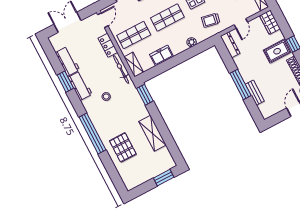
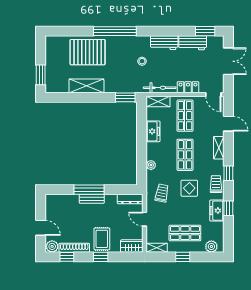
window: (65, 82) -> (205, 31), moved
bench: (255, 93) -> (92, 199), moved
pallet: (123, 147) -> (88, 52), width x1.37, depth x1.41

